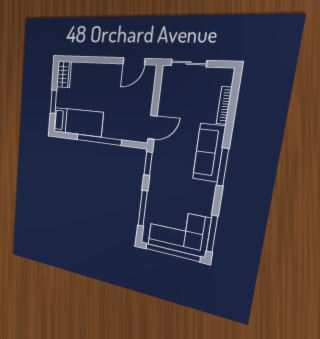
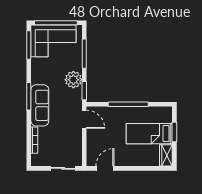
bed: (78, 122) -> (149, 134), moved
door: (152, 127) -> (84, 119), swing flipped
plant: (160, 179) -> (73, 80), added

